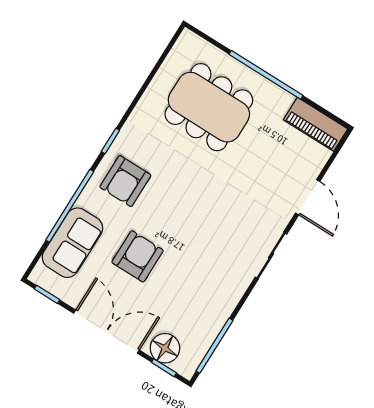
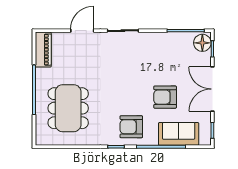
armchair: (125, 181) -> (131, 127), turned 180
floor lamp: (165, 348) -> (202, 43), moved

